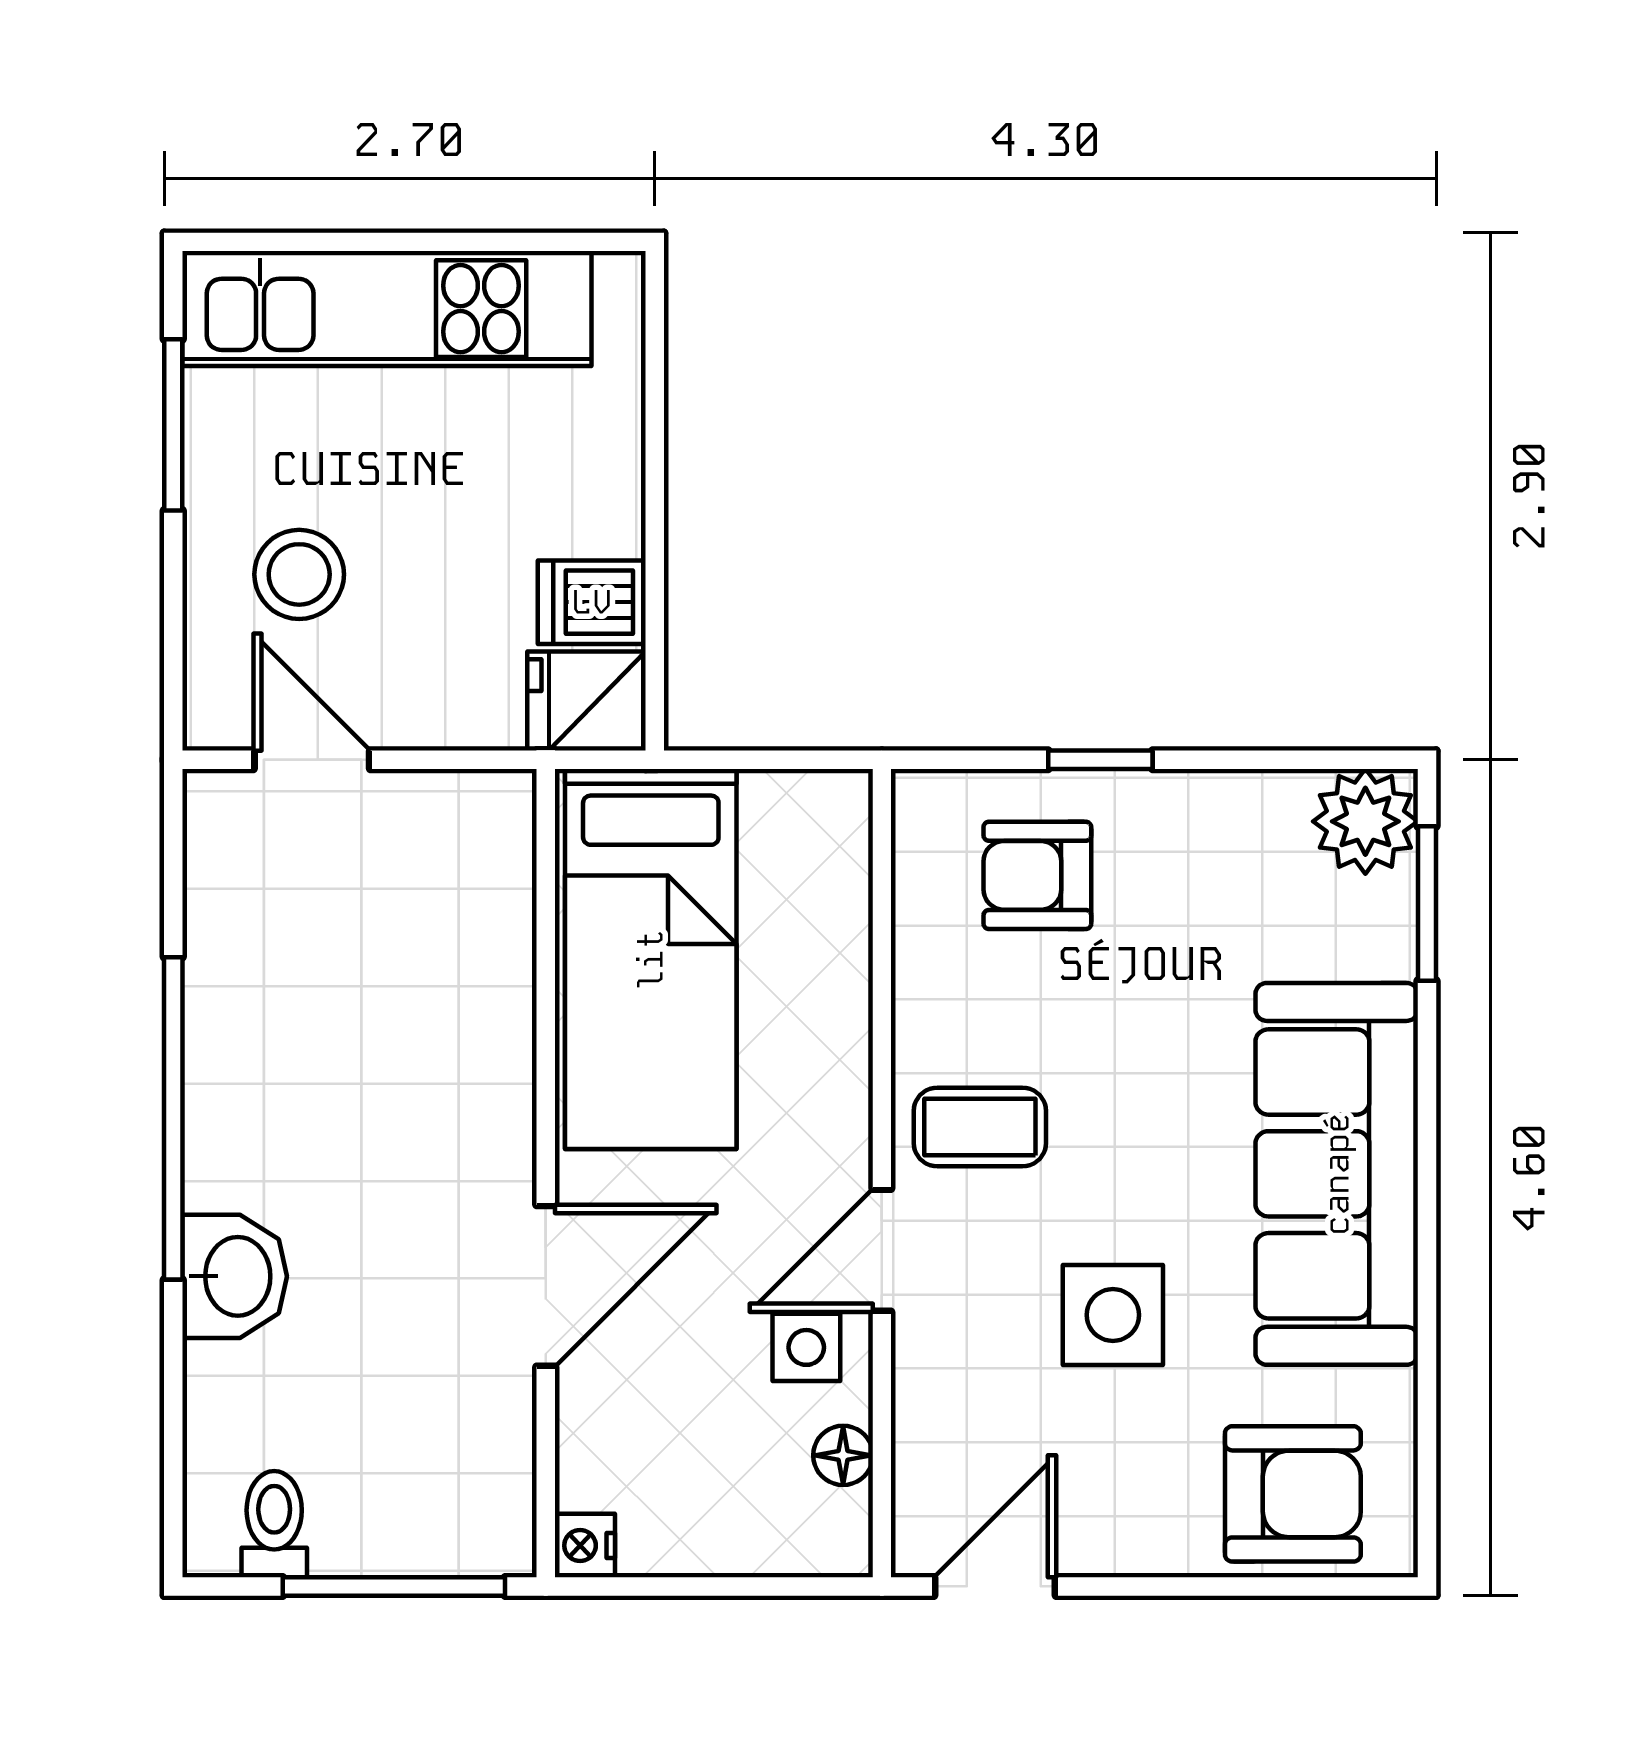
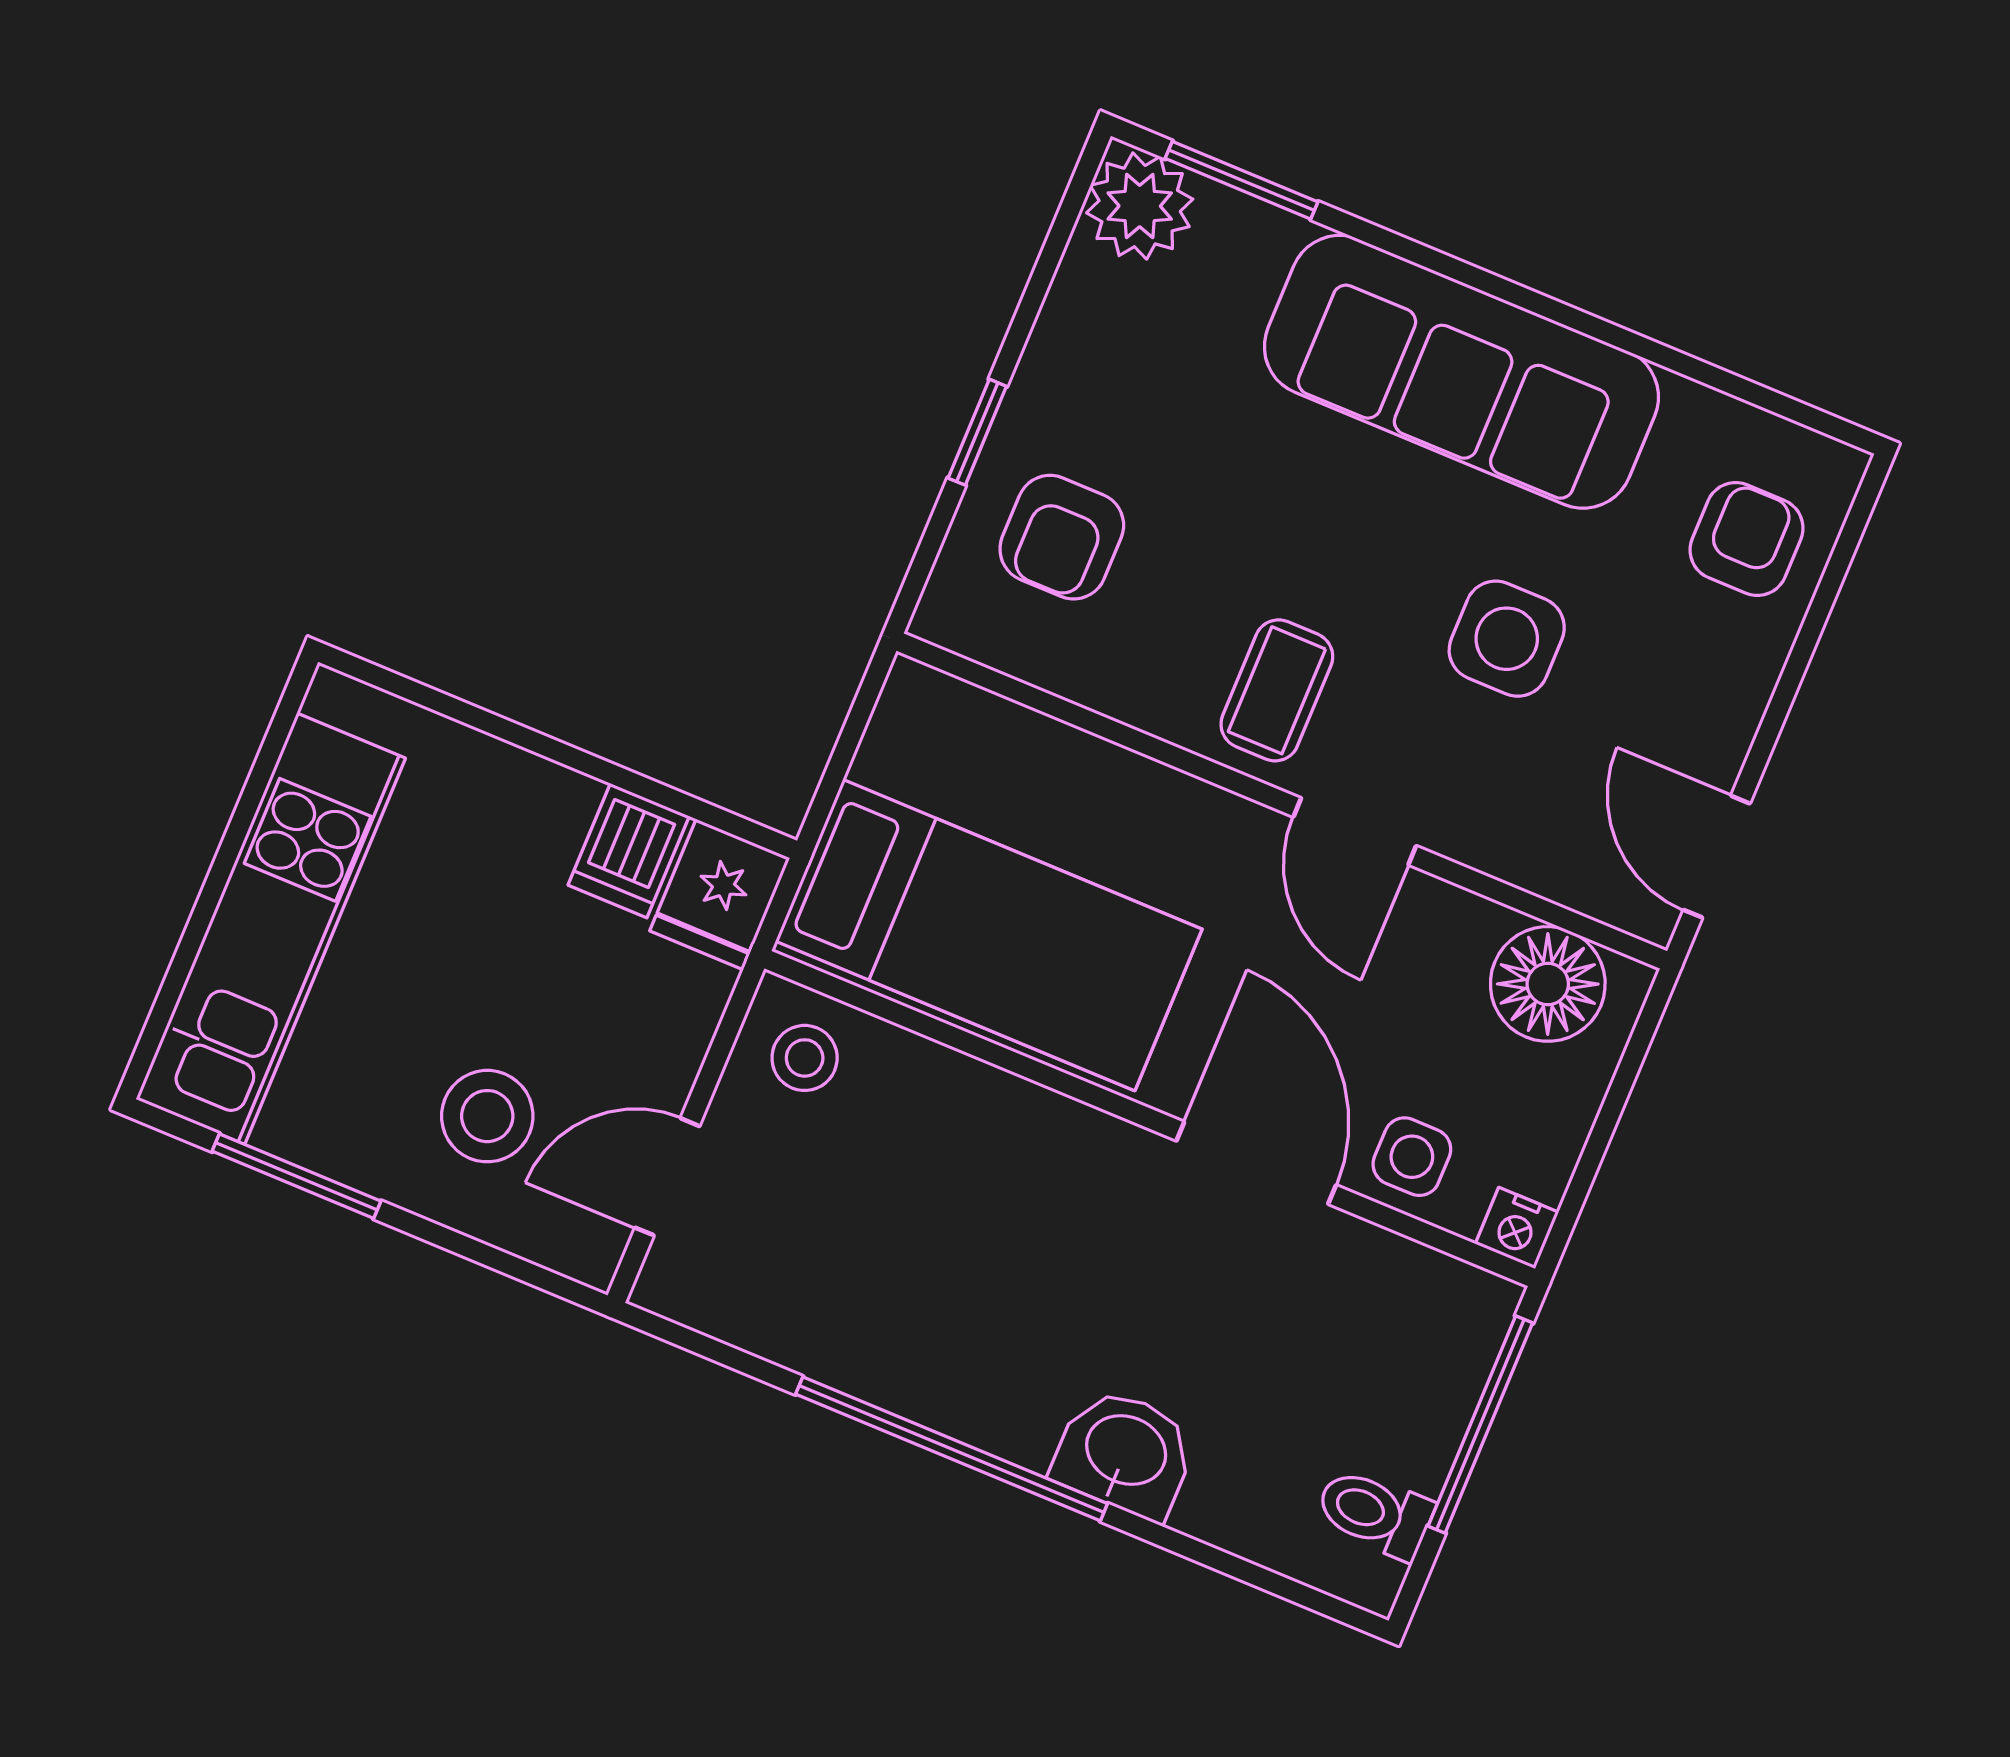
stool: (471, 839) -> (805, 1058), added
side table: (806, 1347) -> (1412, 1157), moved
floor lamp: (843, 1455) -> (1548, 984), width x1.89, depth x1.89
armchair: (1293, 1494) -> (1746, 539), width x0.72, depth x0.72

